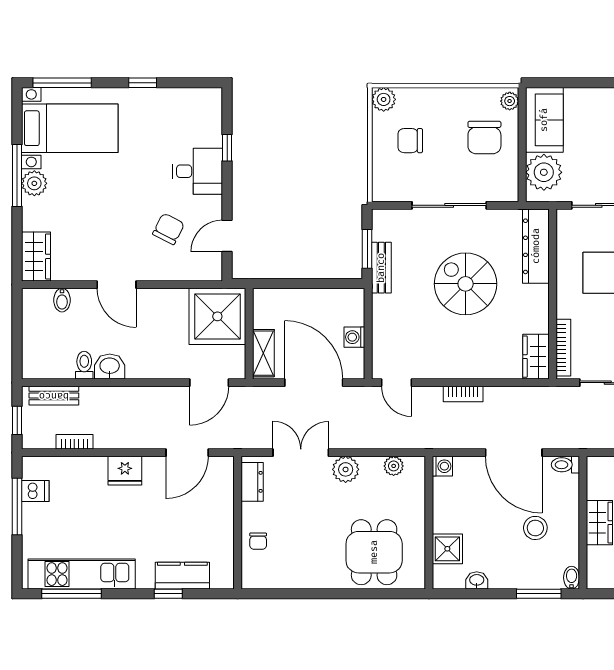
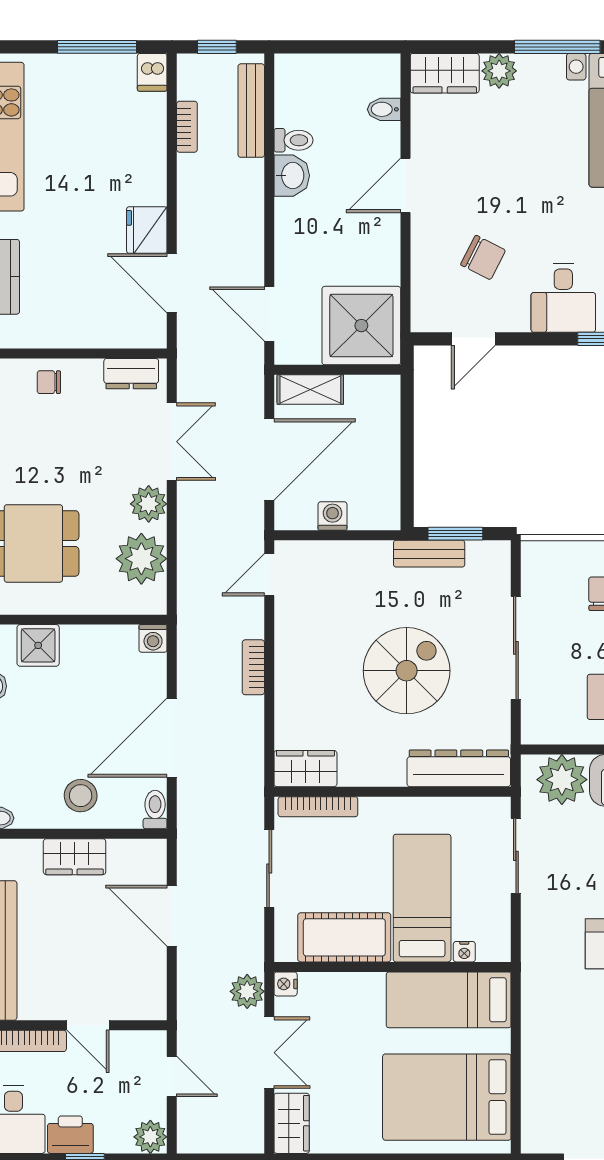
plant: (34, 183) -> (499, 71), moved
door: (227, 236) -> (473, 339), swing flipped
bench: (54, 396) -> (251, 111), width x1.36
plant: (394, 466) -> (141, 559), width x1.88, depth x1.88
fridge: (125, 471) -> (147, 230), moved
dishwasher: (35, 491) -> (152, 72), moved
stool: (535, 528) -> (81, 796), moved

